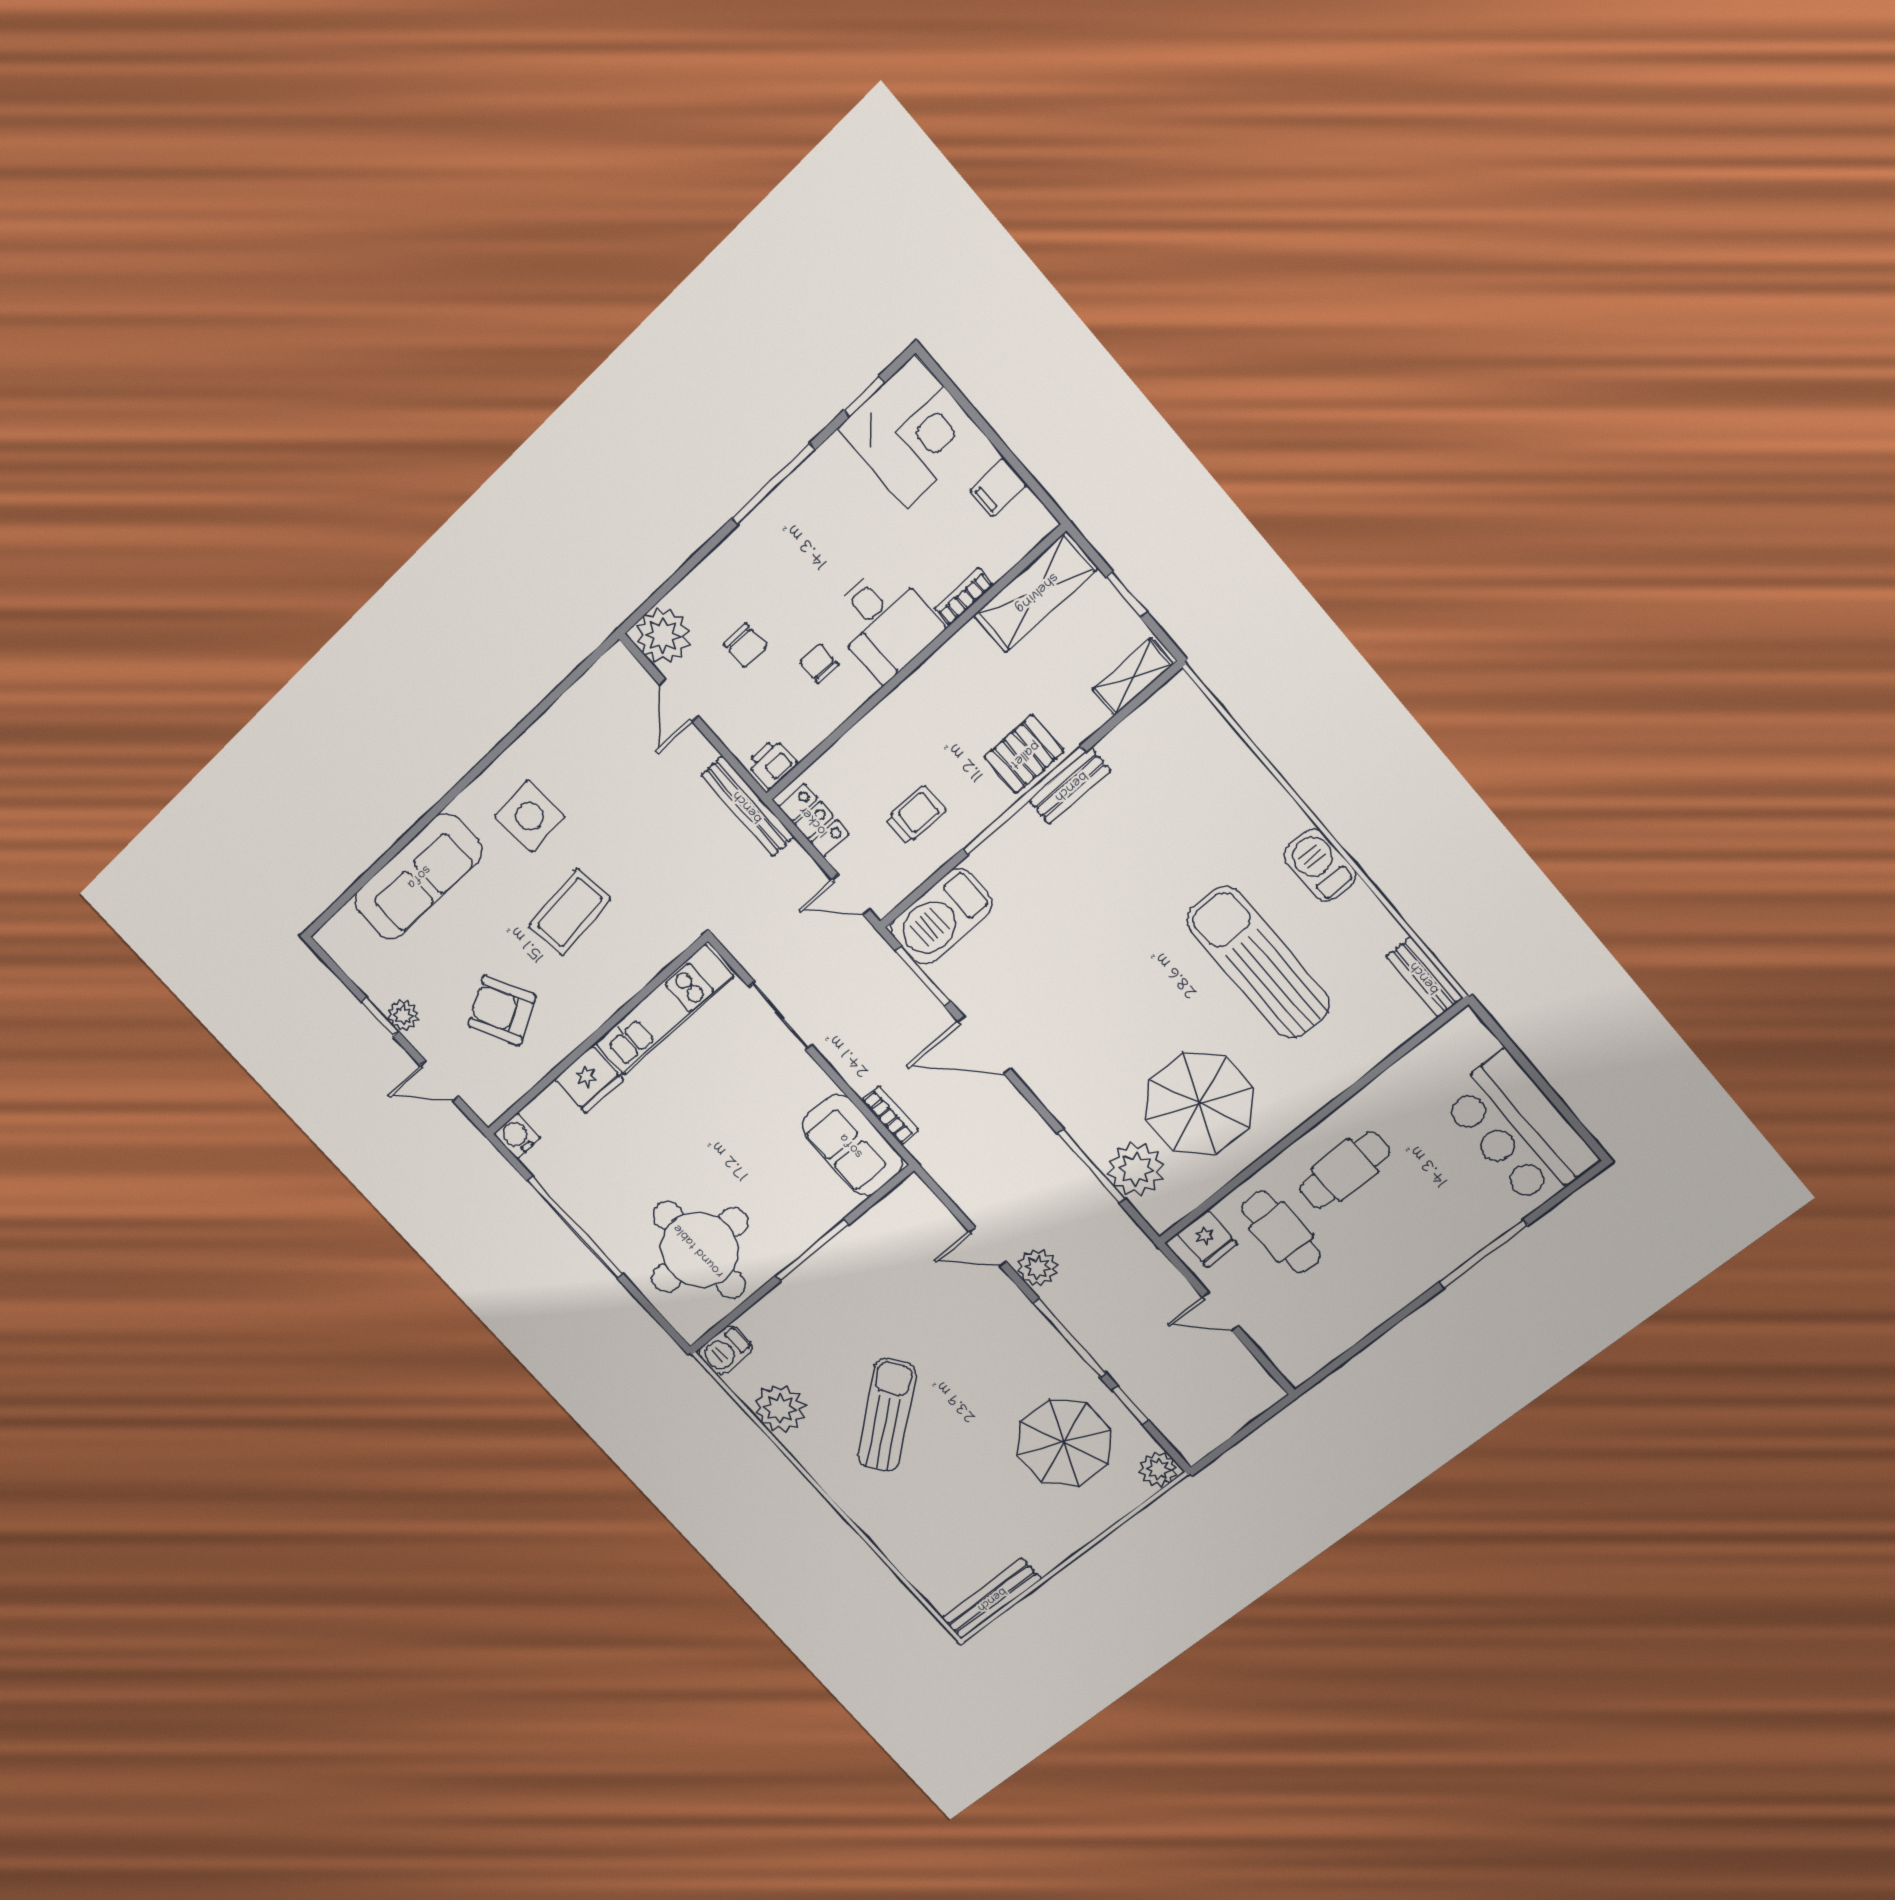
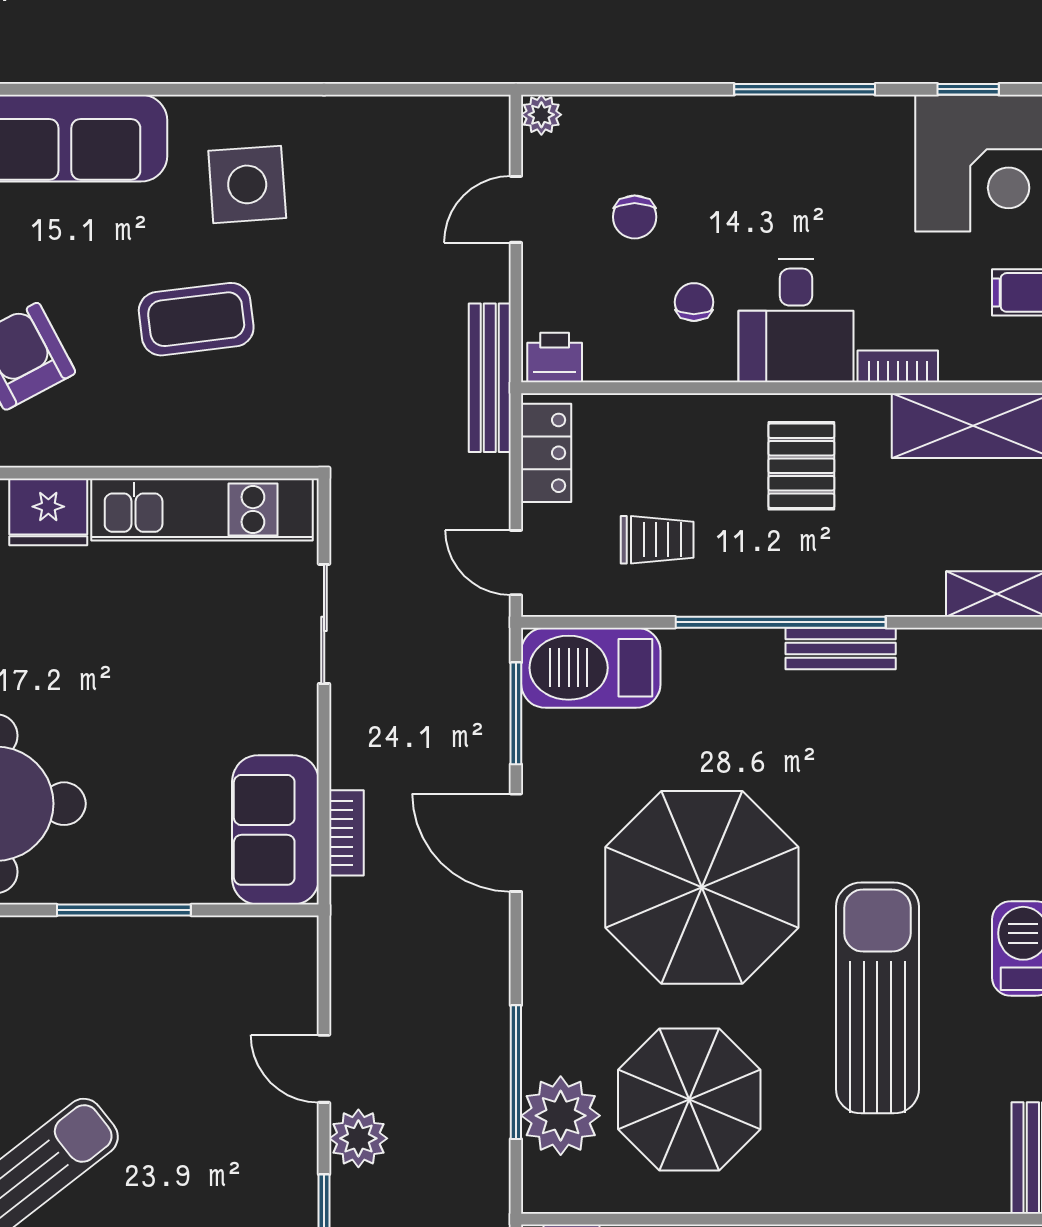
plant: (663, 636) -> (541, 115), width x0.53, depth x0.53
pallet: (1024, 754) -> (801, 466), moved, turned 90
parasol: (1107, 984) -> (702, 887), added

